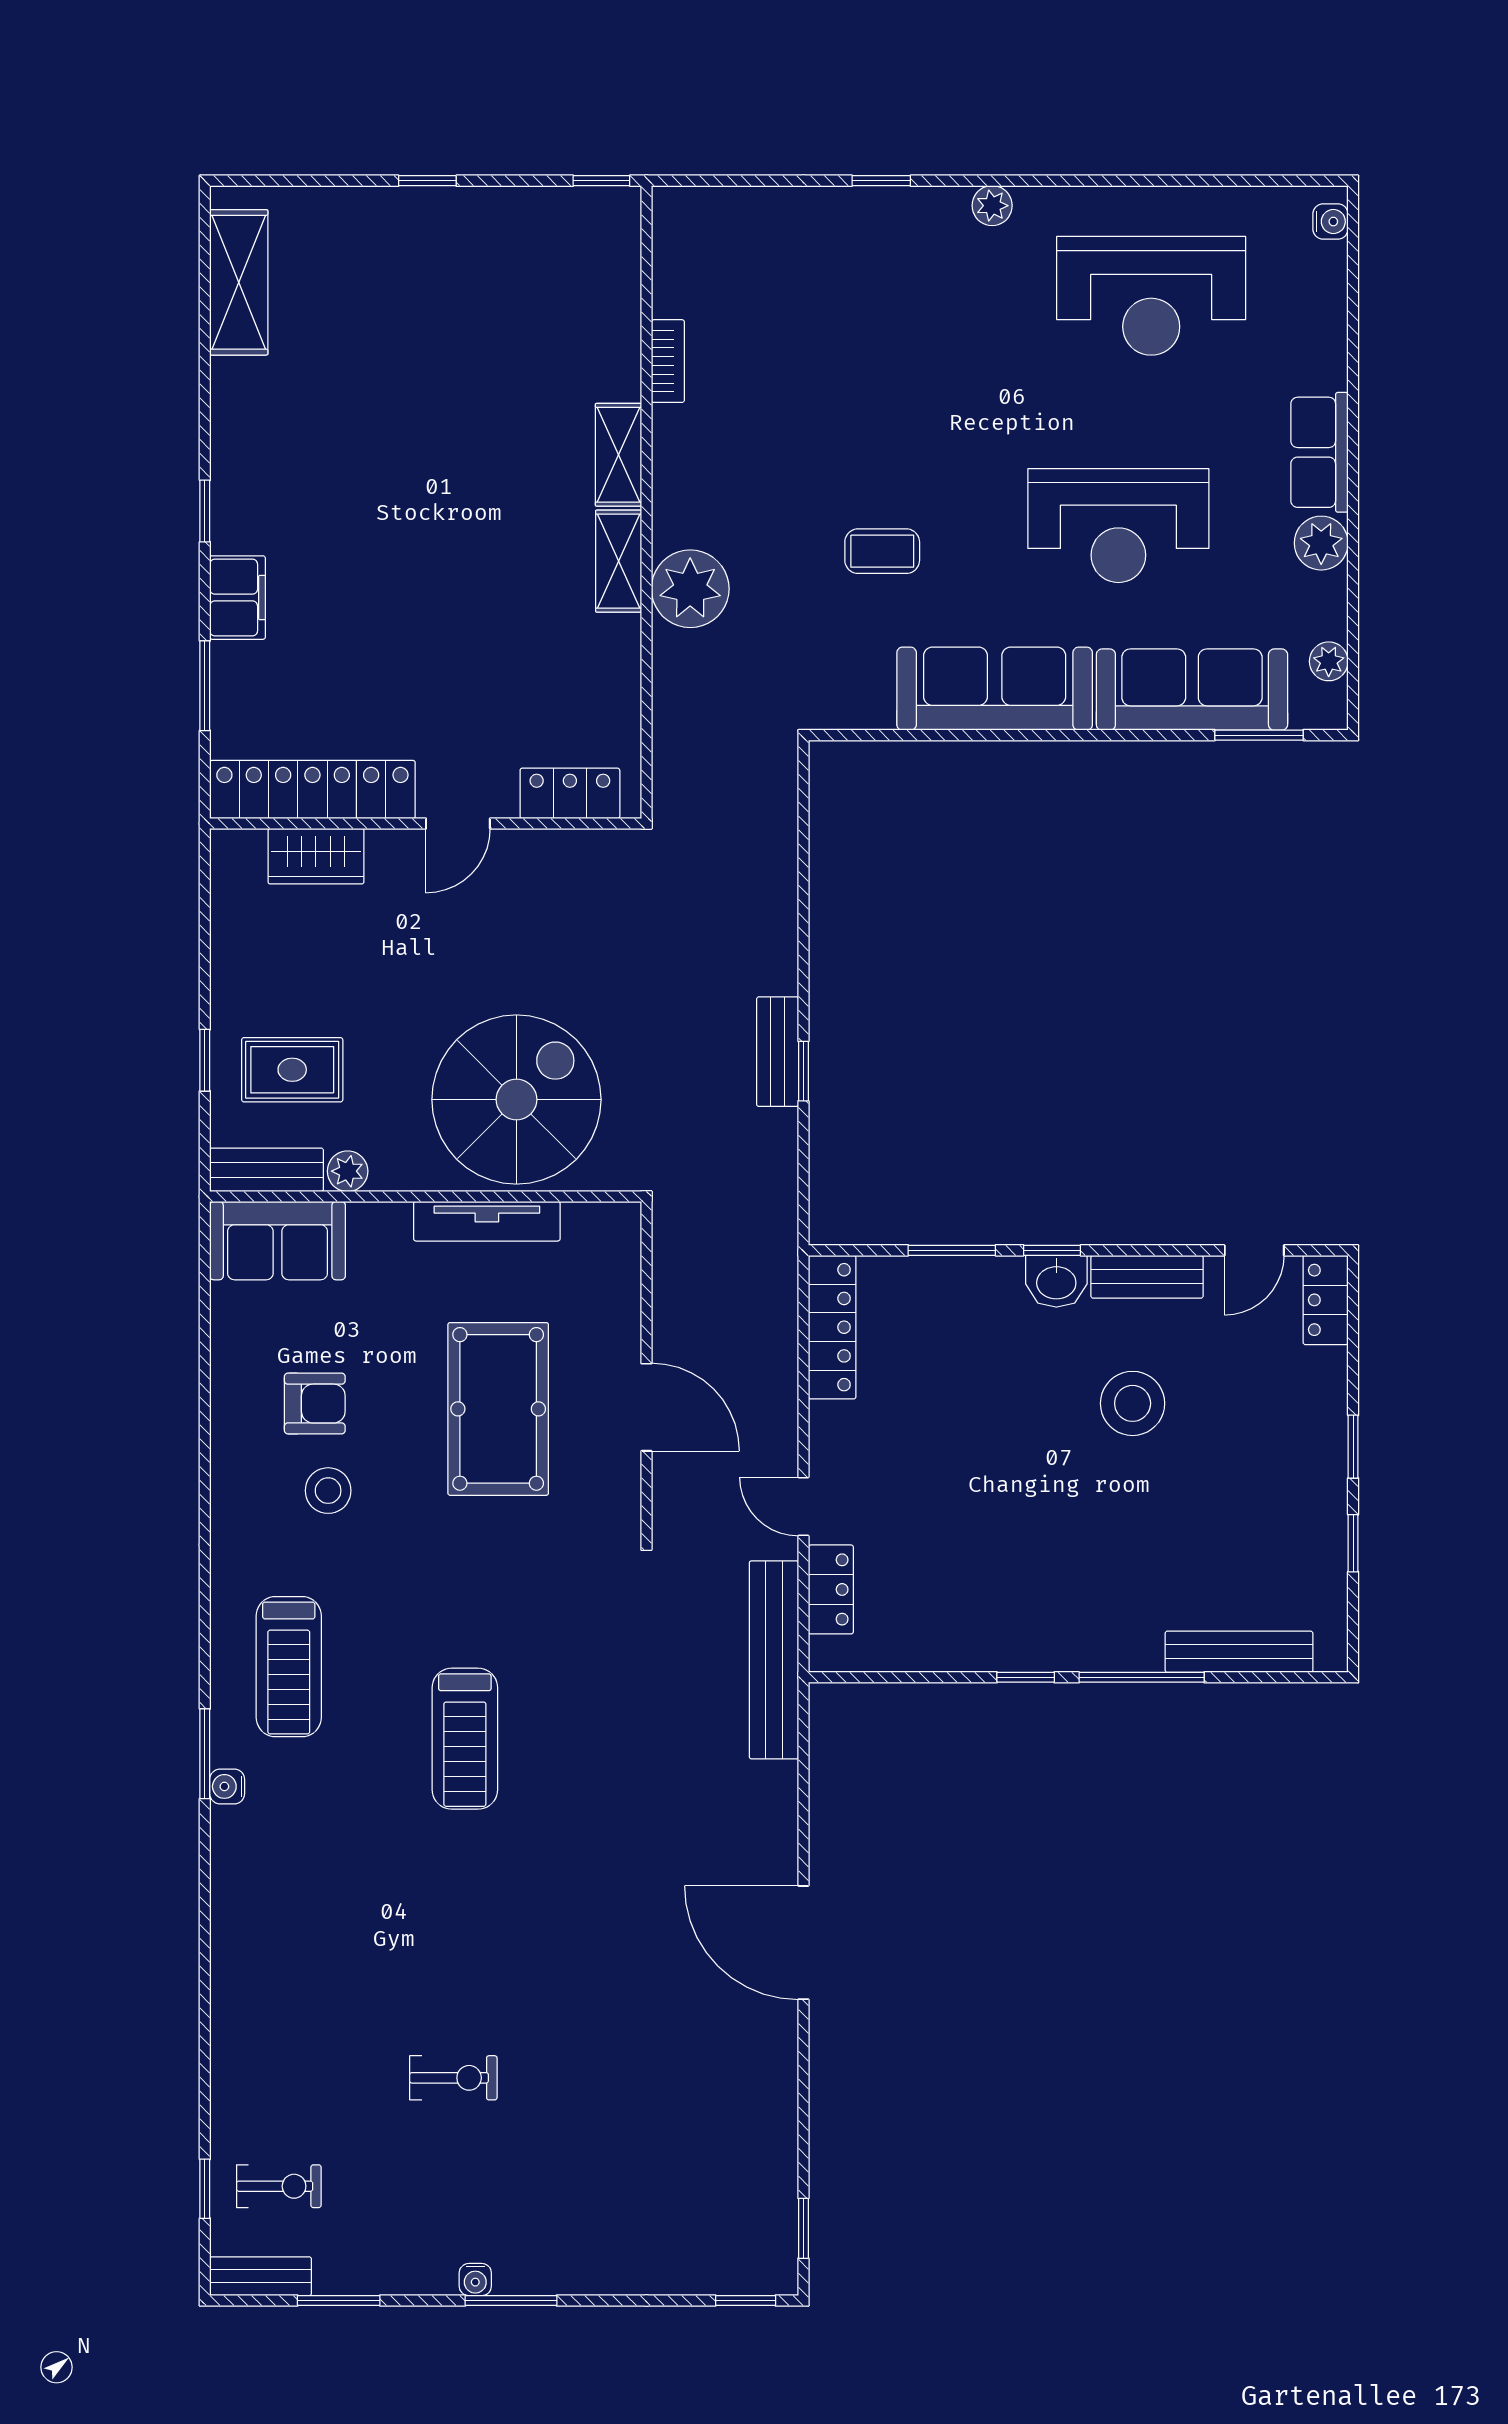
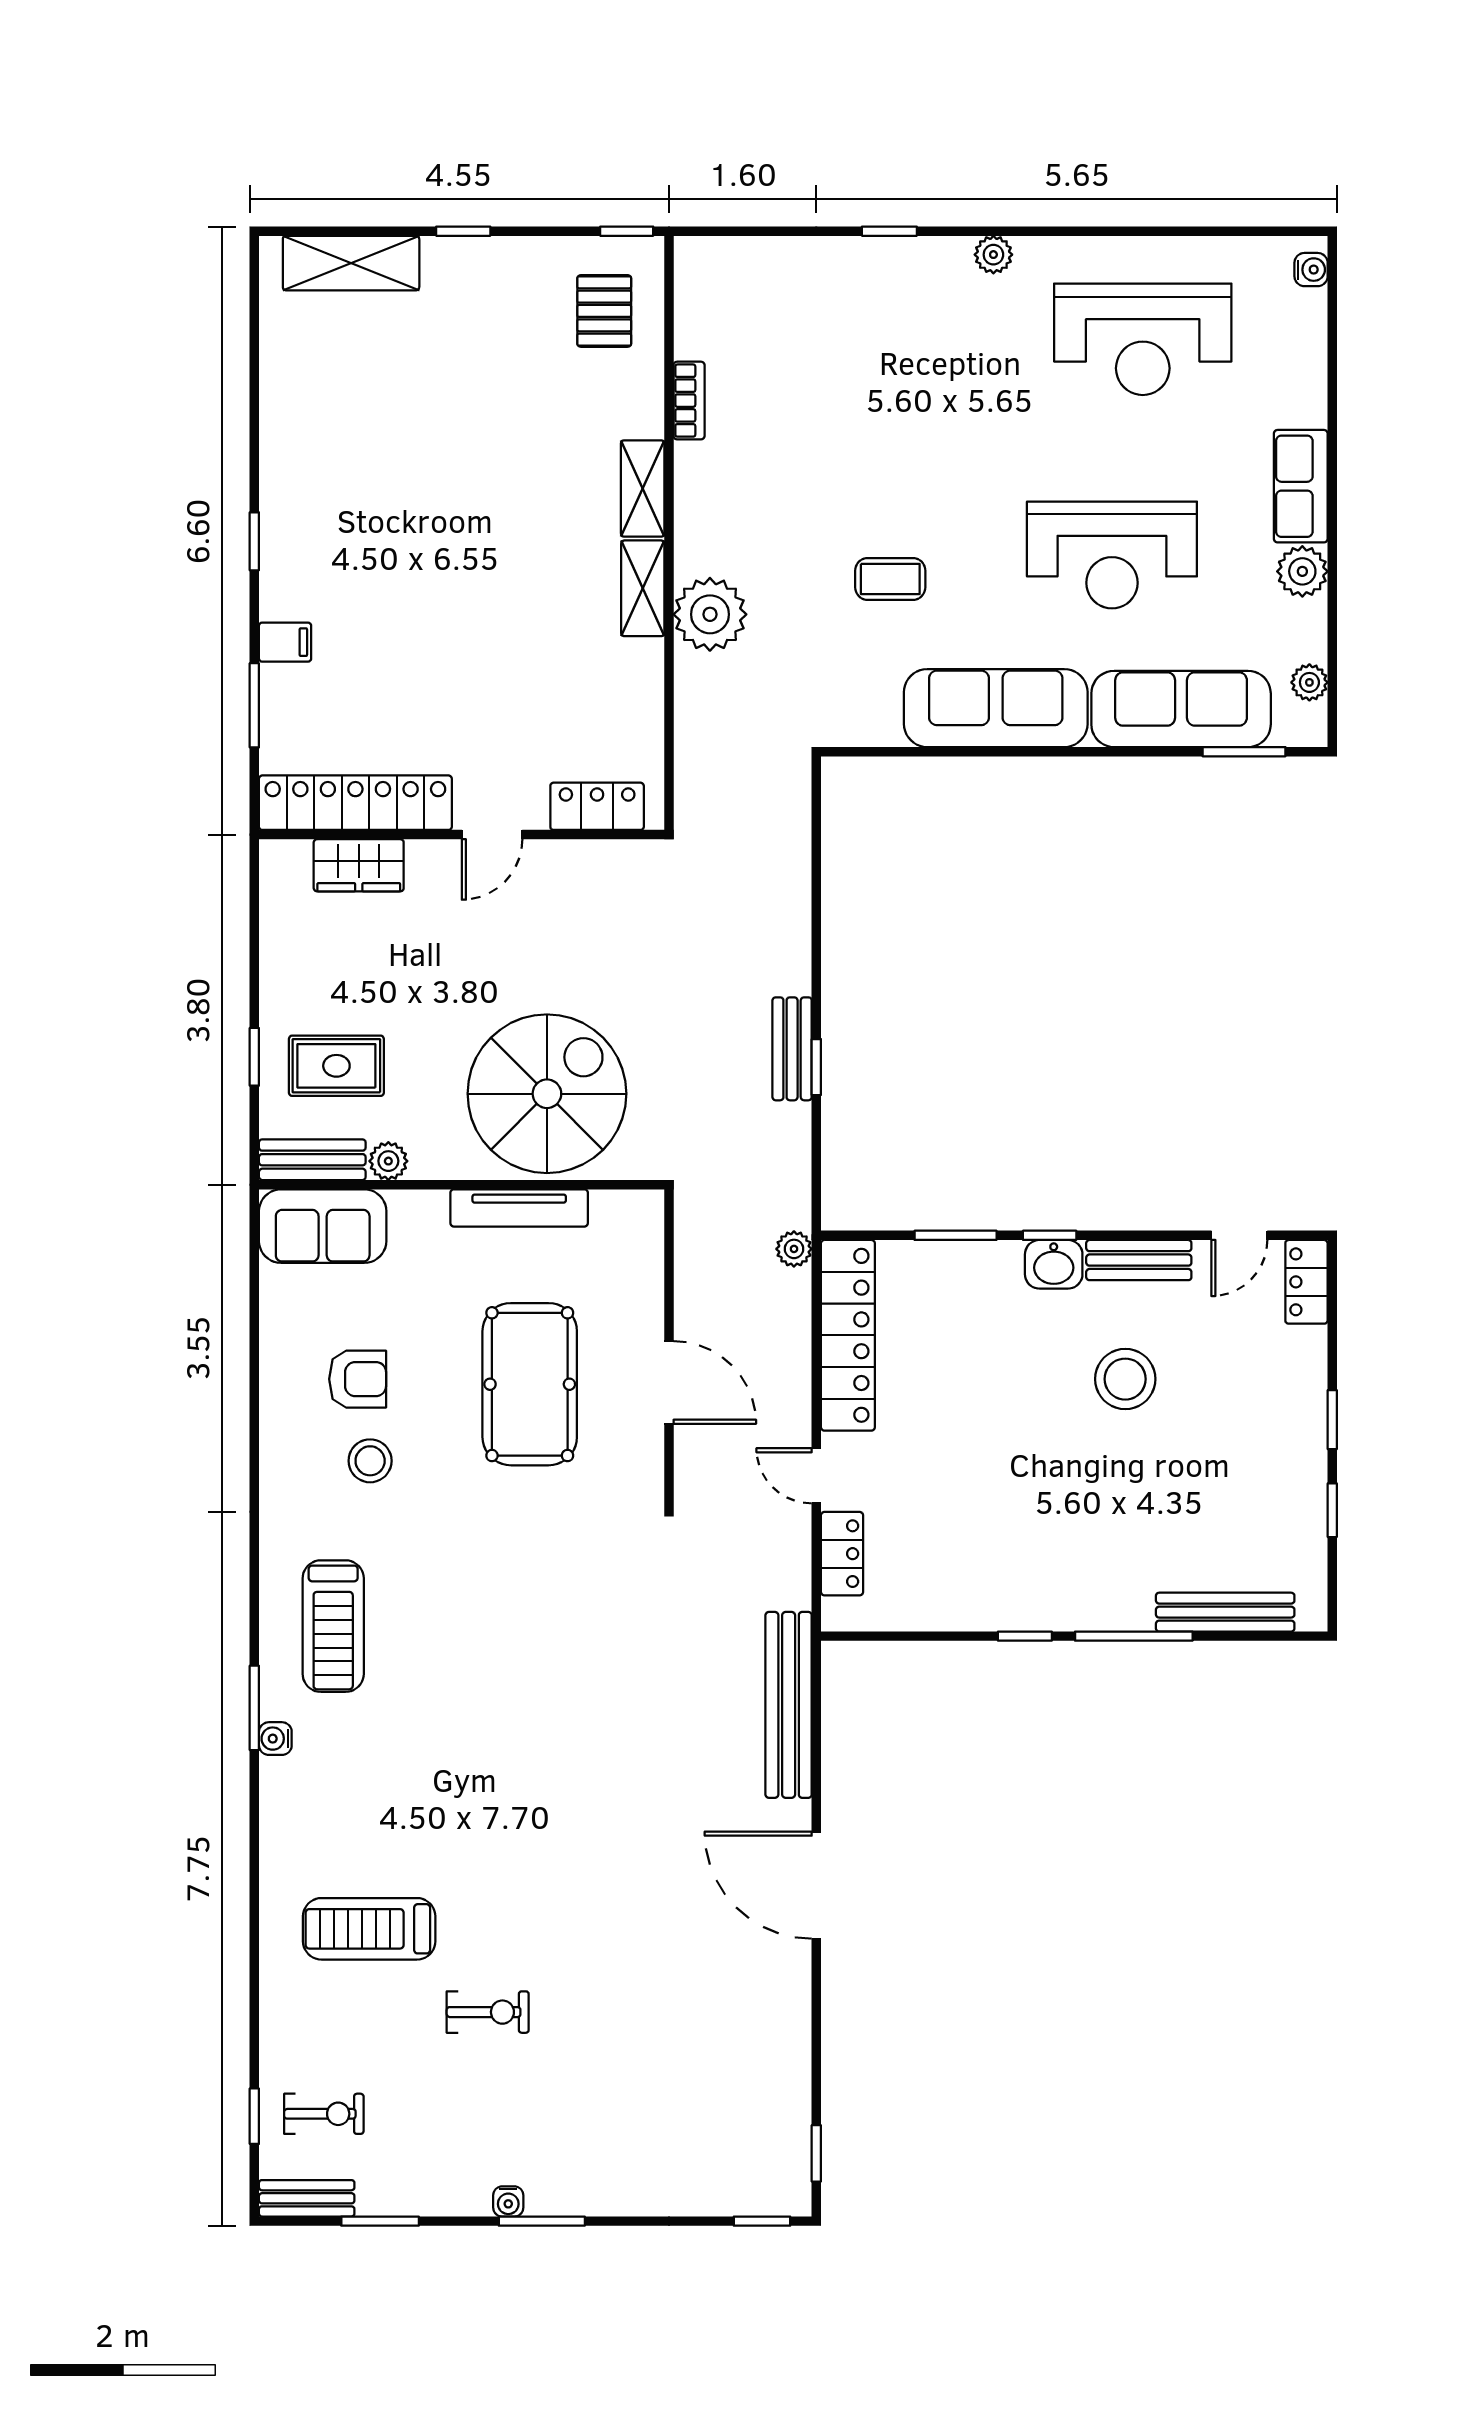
pallet: (578, 266) -> (604, 311), added
shelving: (239, 282) -> (351, 263), moved, turned 90
filing cabinet: (238, 598) -> (285, 642), width x0.50
plant: (780, 1265) -> (794, 1249), added
locker: (832, 1327) -> (848, 1335), width x1.41, depth x1.21
bench: (774, 1660) -> (789, 1705), moved
treadmill: (465, 1739) -> (369, 1929), moved, turned 90

